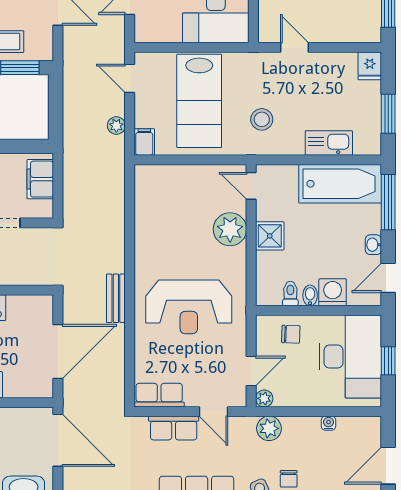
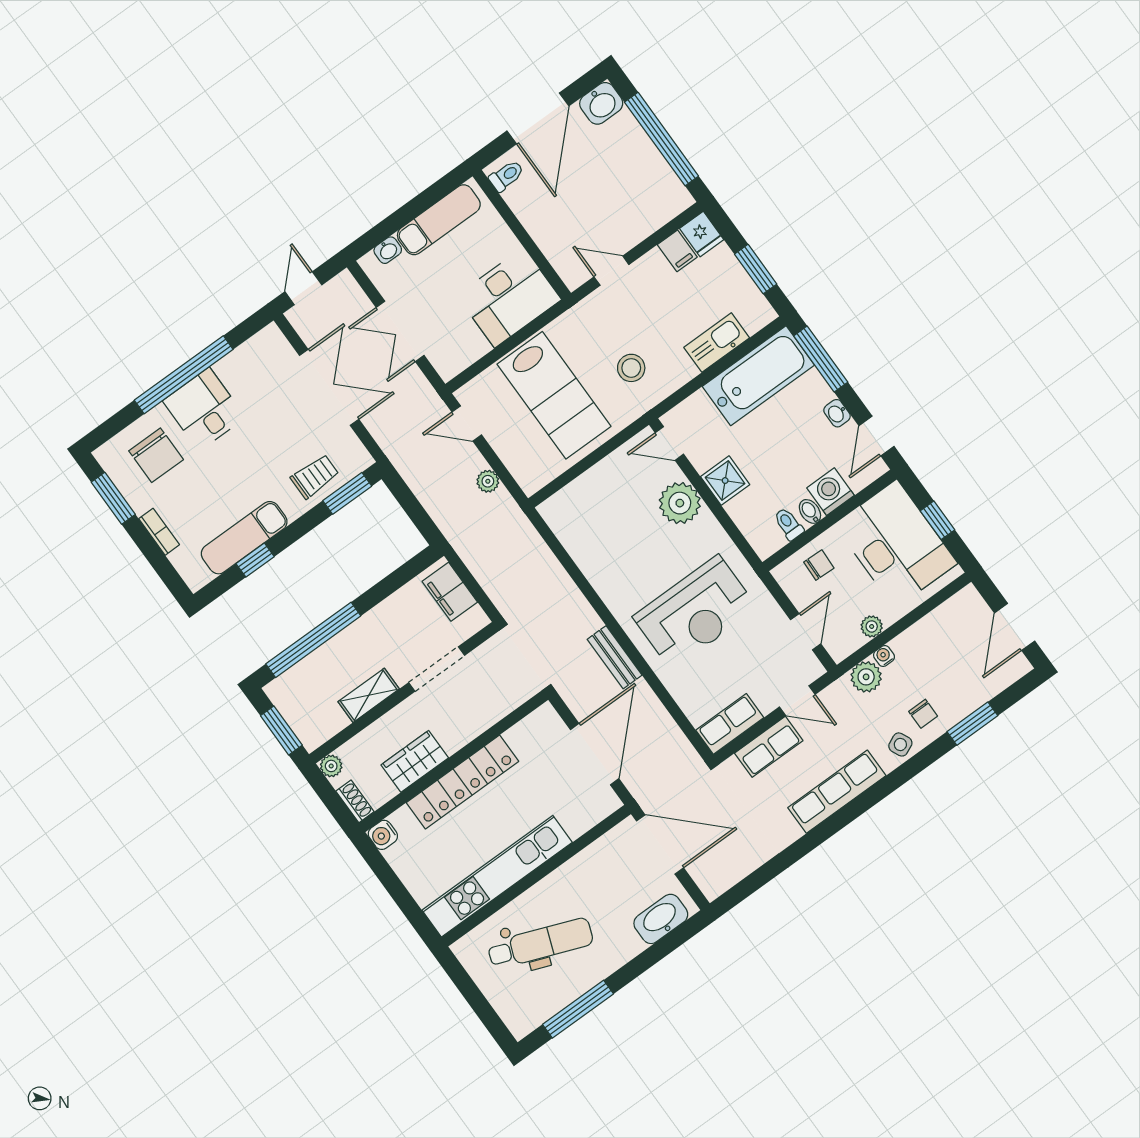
filing cabinet: (144, 142) -> (677, 251), moved, turned 180
plant: (264, 398) -> (872, 626), moved
water cooler: (329, 423) -> (884, 656), moved

